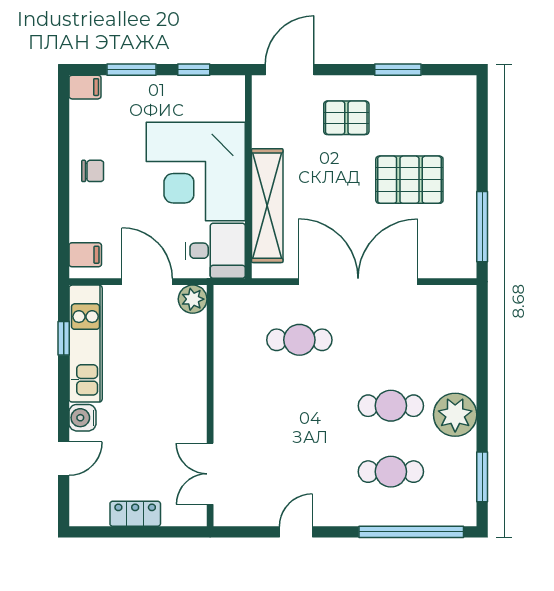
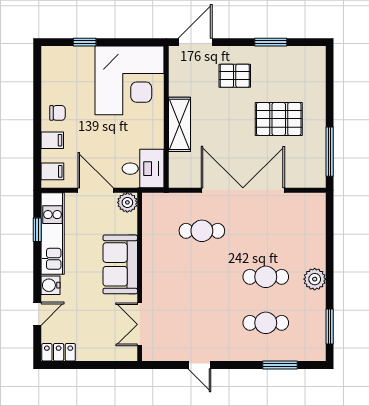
window: (131, 70) -> (85, 42), width x0.67
window: (194, 70) -> (128, 42), removed
filing cabinet: (85, 87) -> (52, 140), moved
corner desk: (196, 171) -> (130, 80), moved, turned -90
shelving: (267, 206) -> (179, 124), width x0.68
sofa: (182, 388) -> (120, 264), added
plant: (455, 415) -> (315, 279), width x0.73, depth x0.73
locker: (135, 514) -> (59, 352), moved
door: (296, 532) -> (199, 365), swing flipped
window: (411, 532) -> (280, 365), width x0.47

